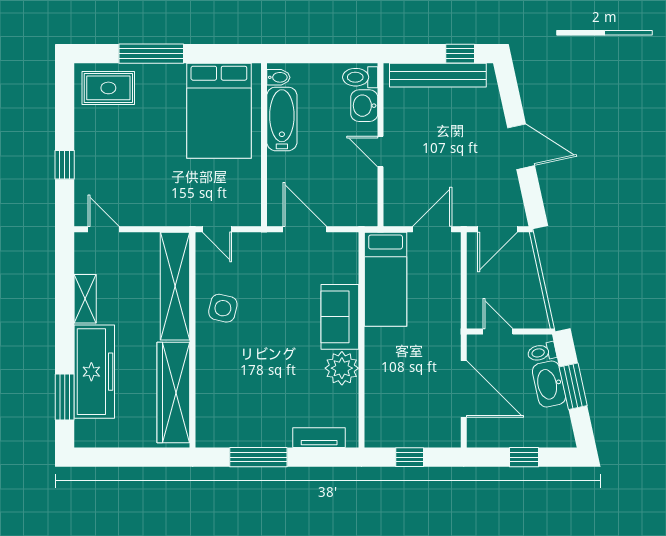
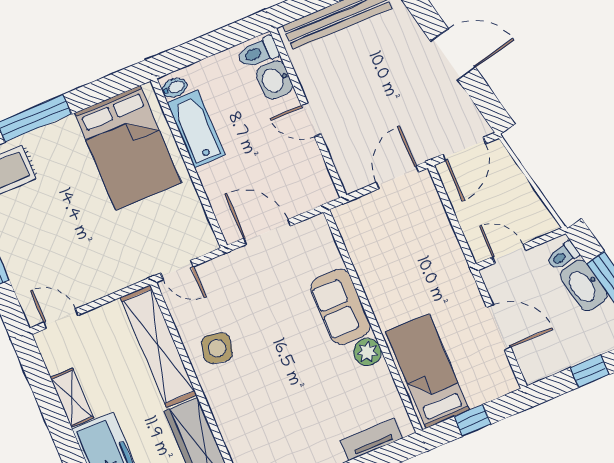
bed: (386, 279) -> (427, 371), moved, turned 180
plant: (342, 368) -> (367, 352), width x0.73, depth x0.73
door: (464, 389) -> (499, 327), width x0.73

